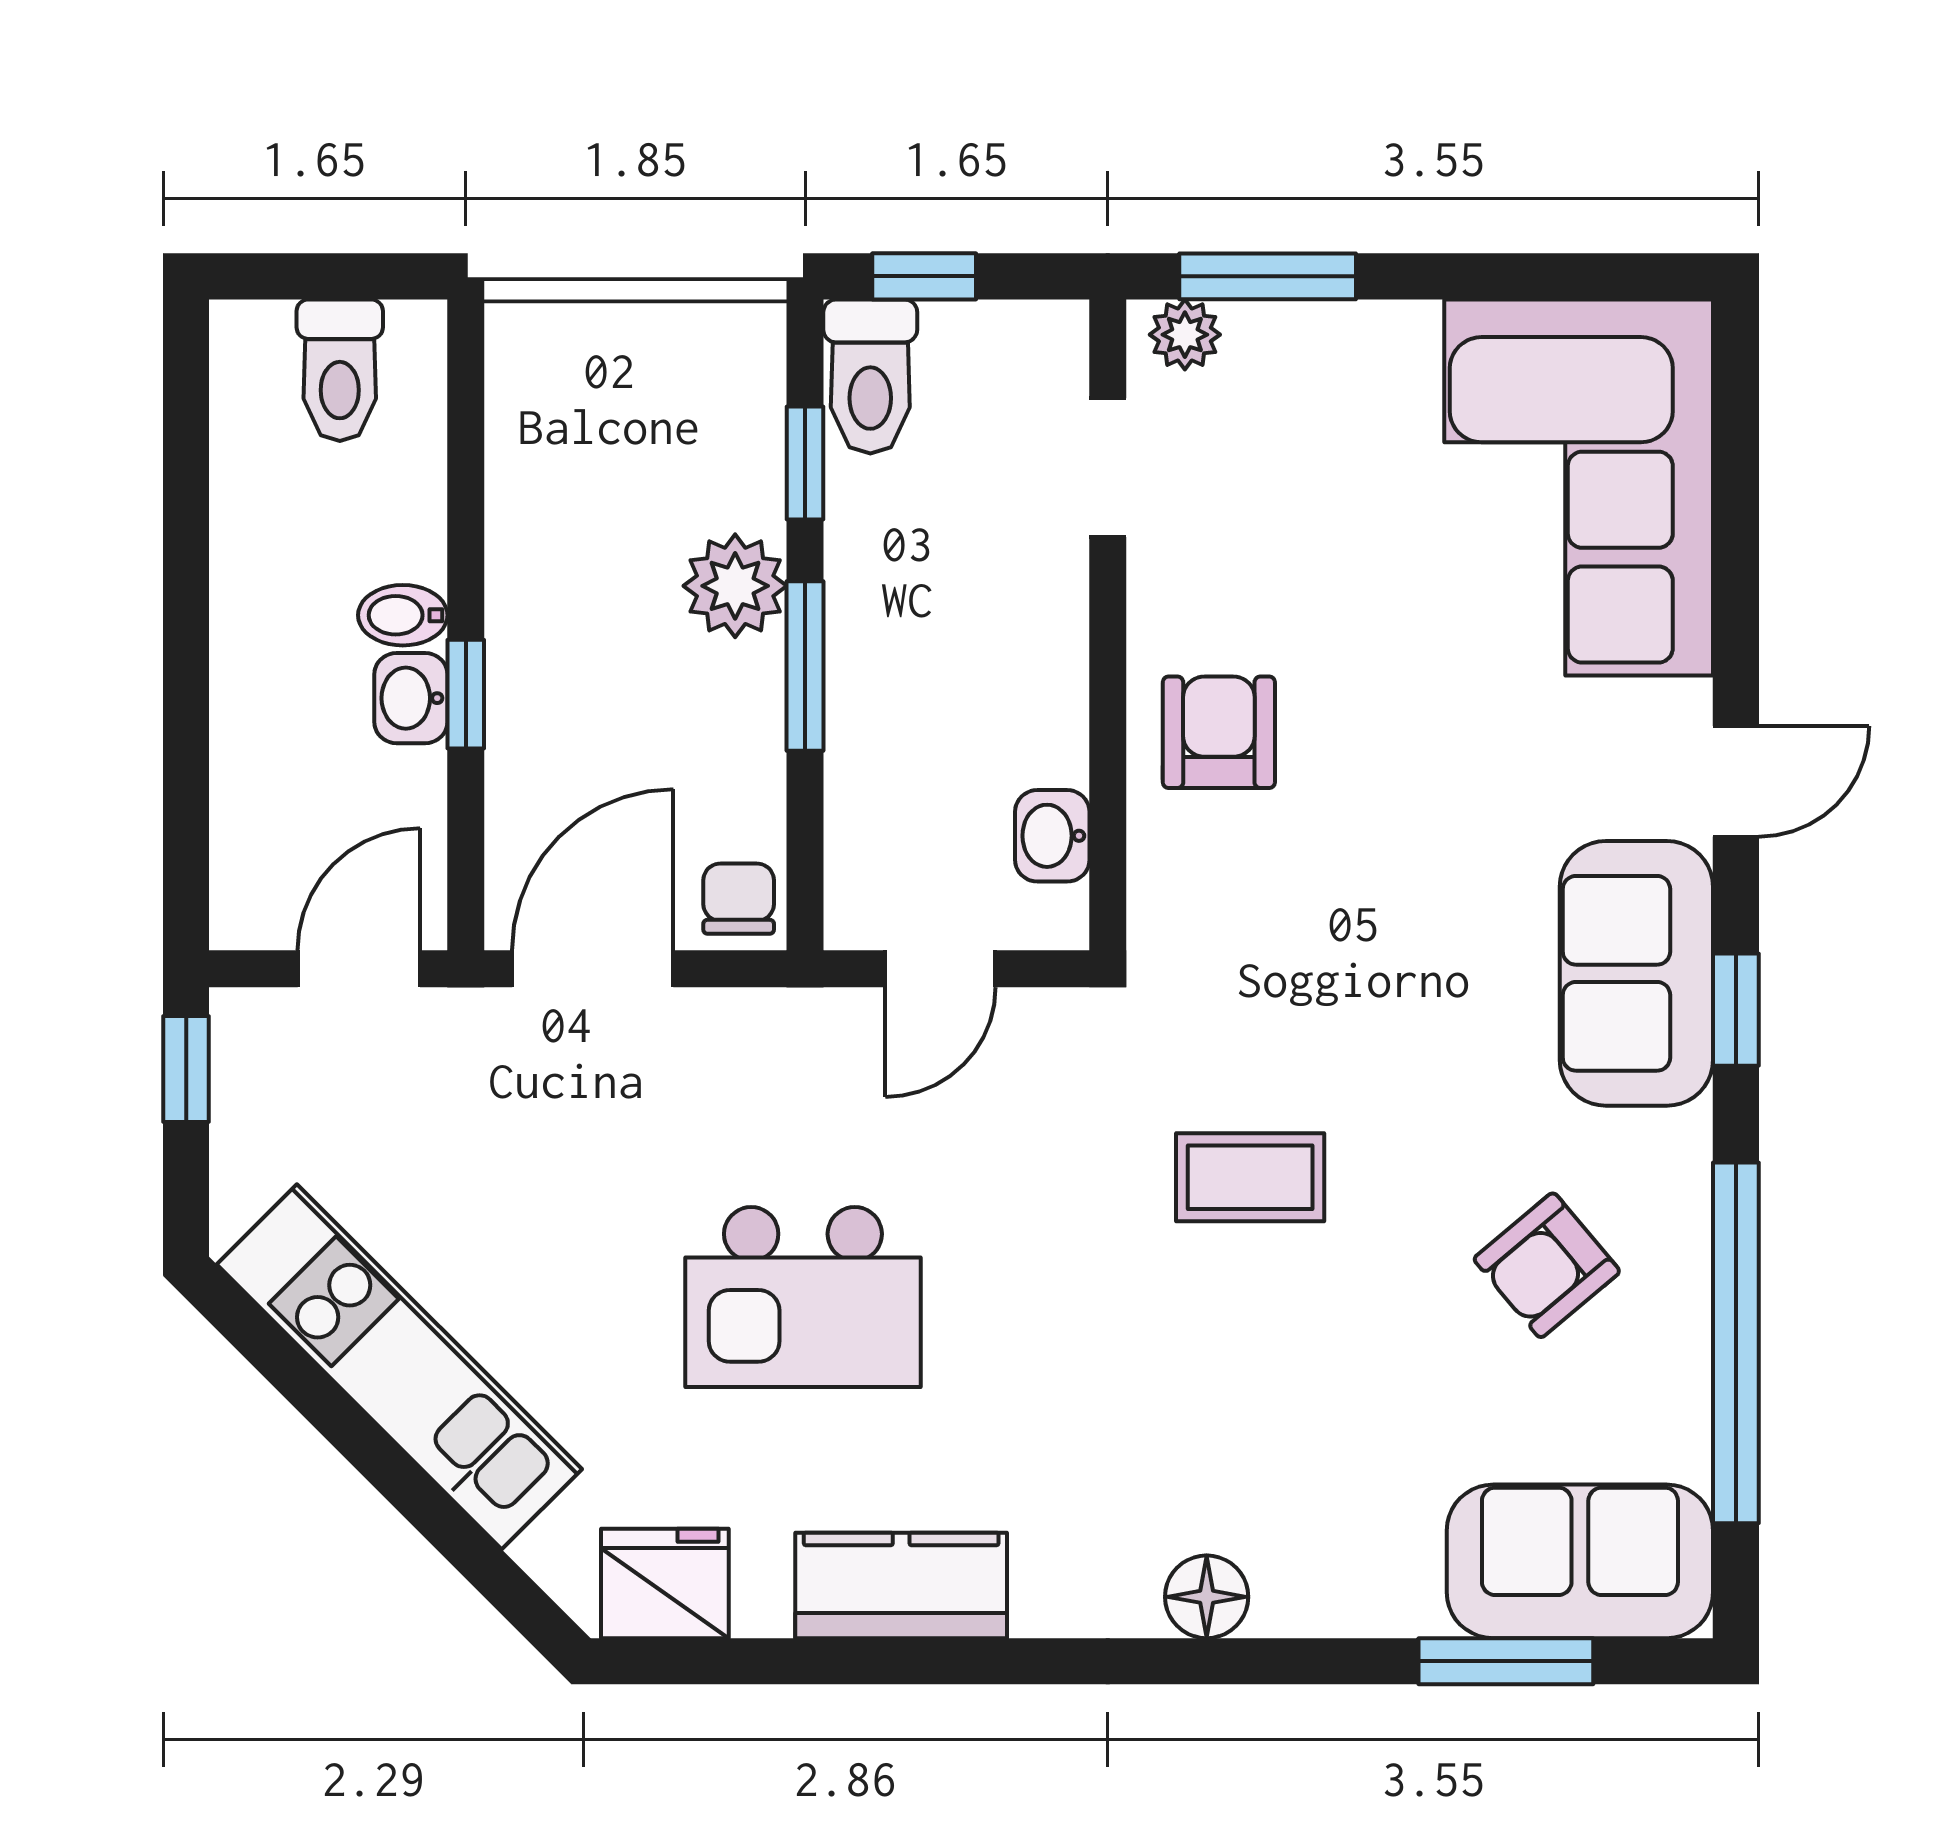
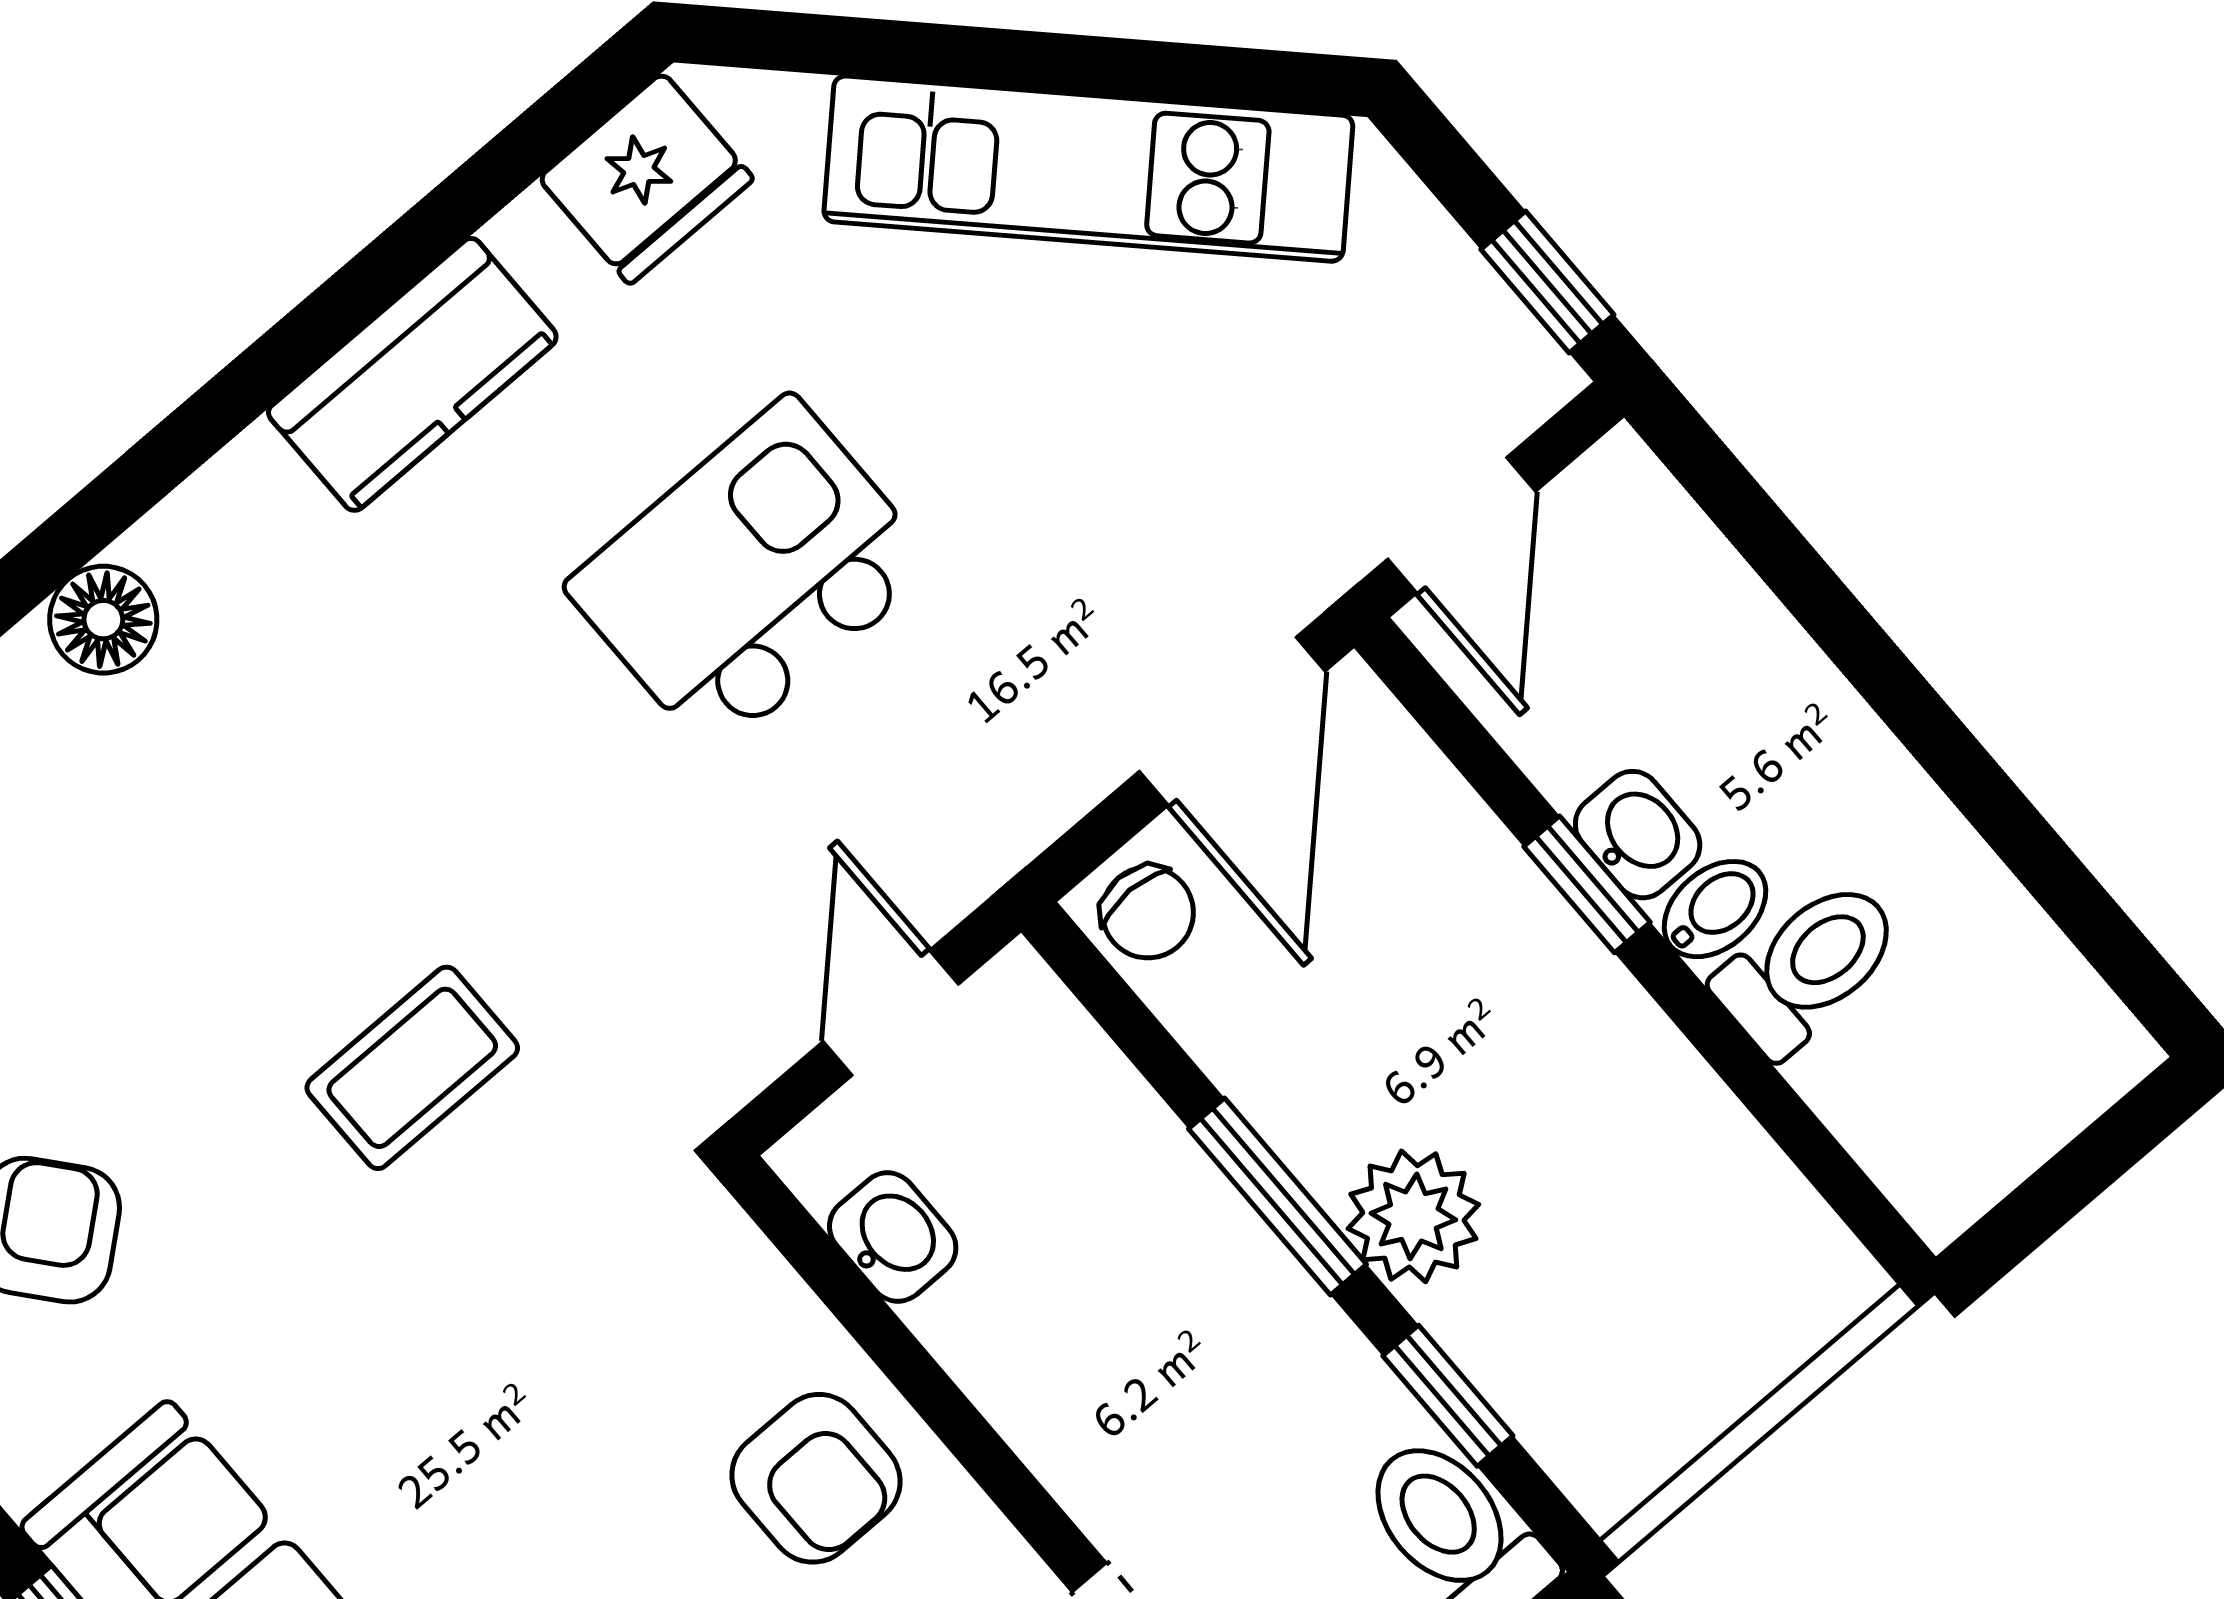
toilet: (340, 370) -> (1808, 966), moved, turned 90

